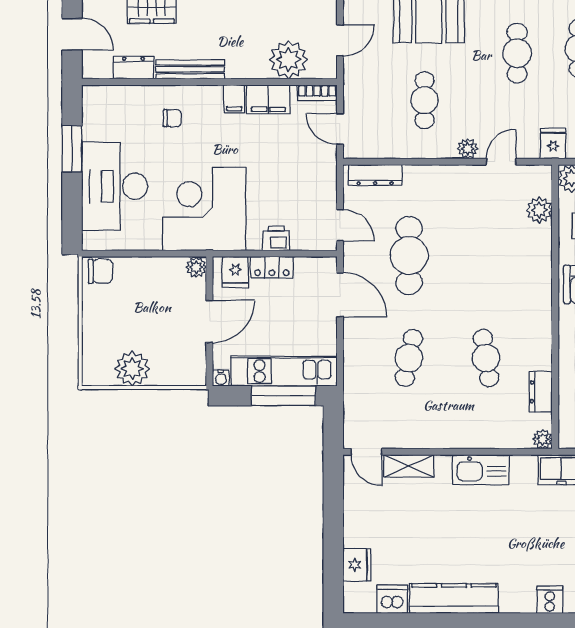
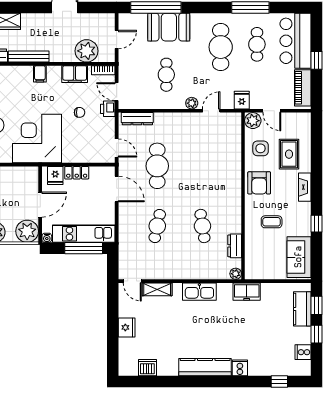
cafe table: (517, 53) -> (221, 47), width x1.37, depth x1.35
filing cabinet: (234, 99) -> (40, 74), moved
chair: (172, 118) -> (80, 112), moved
plant: (539, 210) -> (234, 139), removed
printer: (276, 238) -> (108, 109), moved, turned -90
plant: (196, 267) -> (27, 231), moved, width x1.88, depth x1.88
fridge: (357, 565) -> (127, 327), moved
kitchen counter: (454, 598) -> (205, 367), moved

